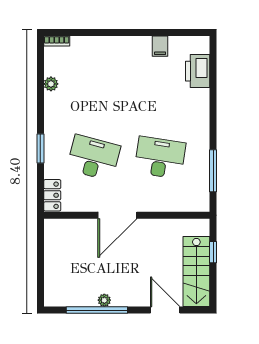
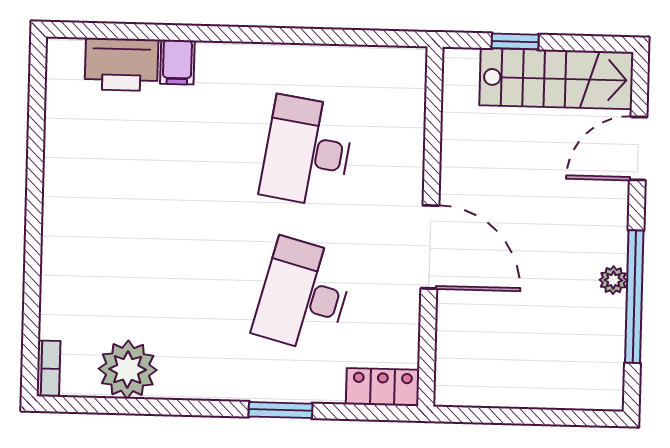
filing cabinet: (160, 46) -> (177, 62), moved, turned 90
plant: (51, 84) -> (128, 369), width x1.88, depth x1.88
window: (213, 171) -> (339, 37), removed

